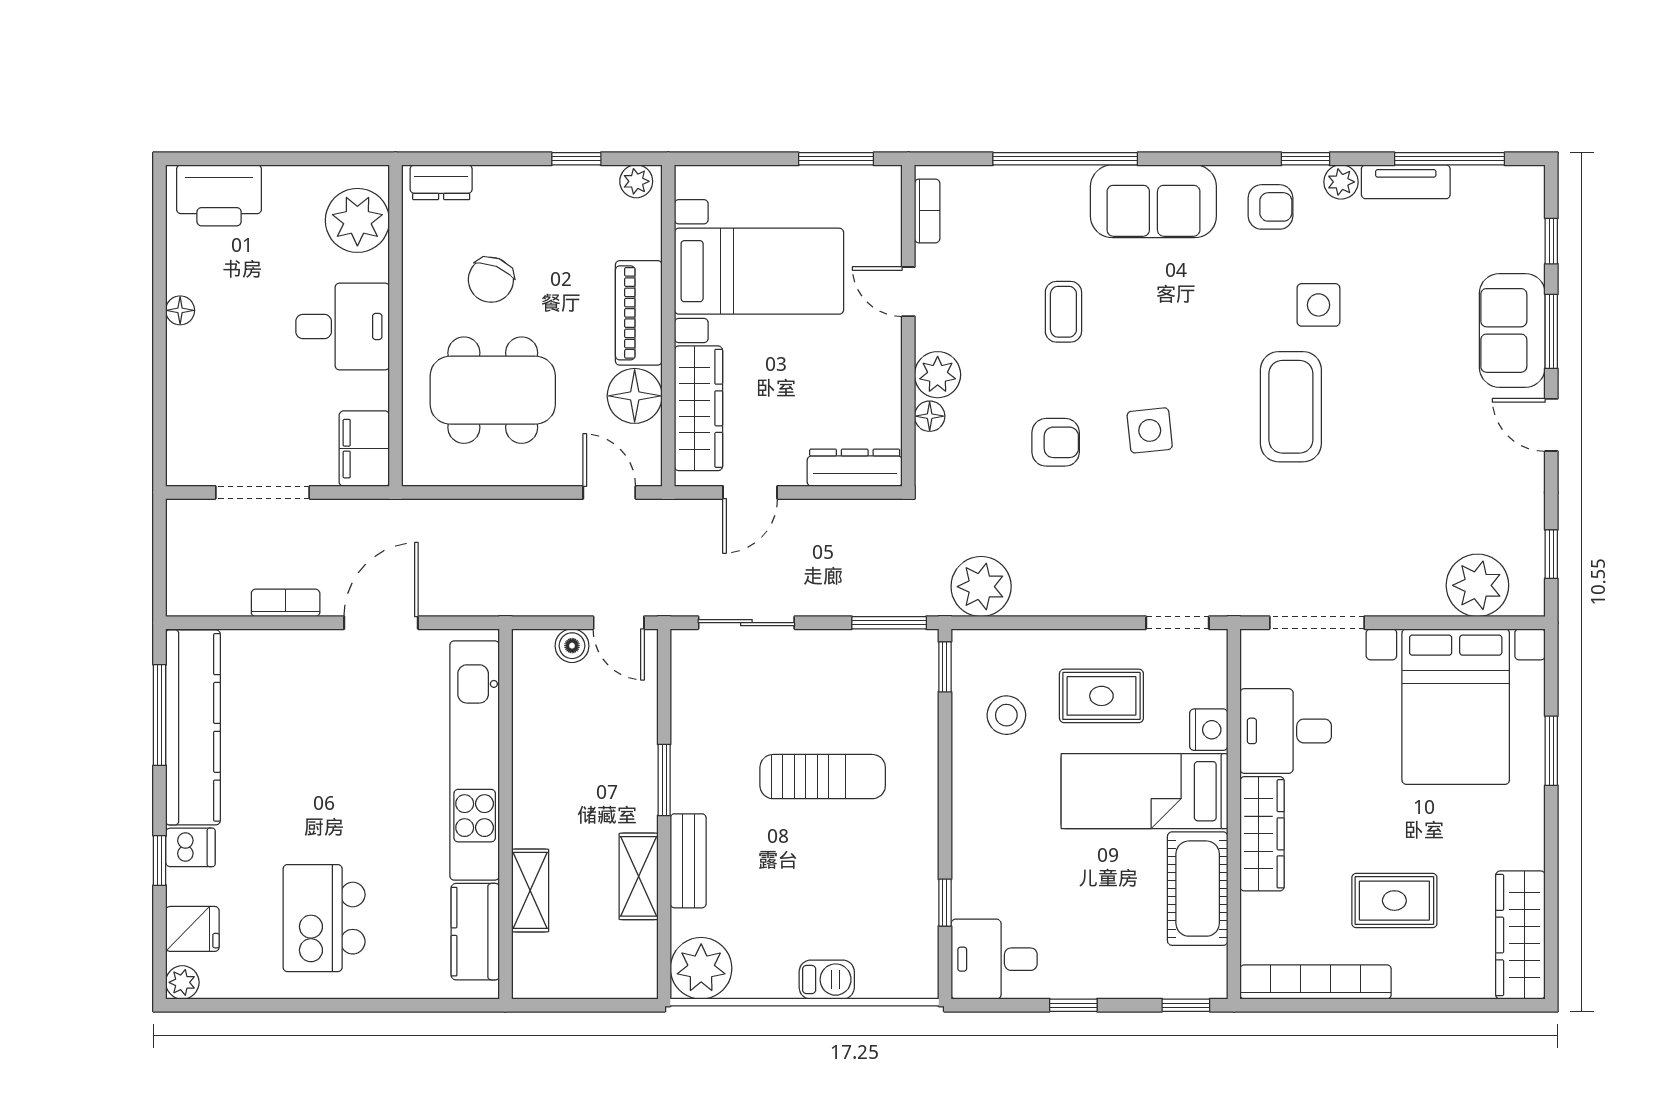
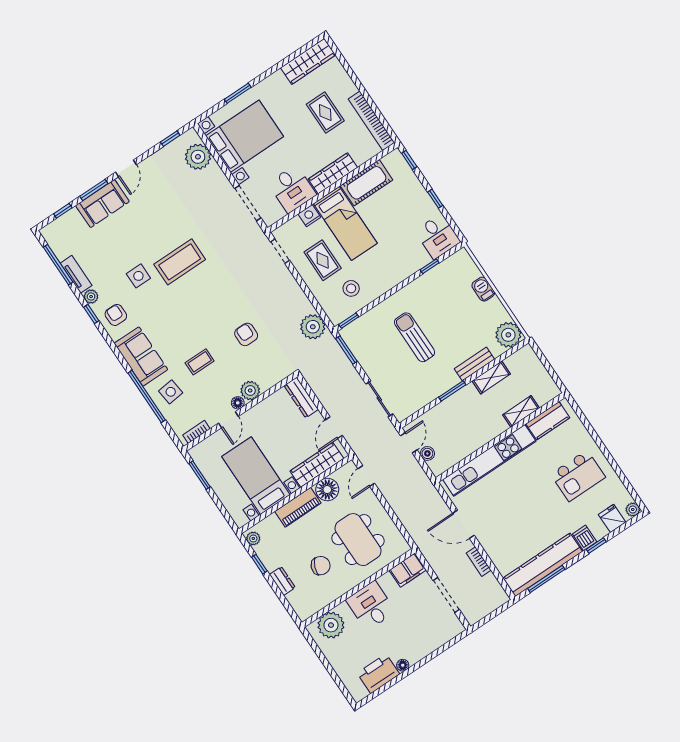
dresser: (441, 182) -> (282, 581), moved
printer: (219, 195) -> (378, 674), moved, turned -90
floor lamp: (930, 416) -> (238, 403), moved
side table: (1150, 430) -> (171, 392), moved
door: (750, 492) -> (334, 428), swing flipped

